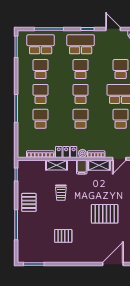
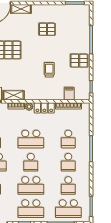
school desk: (81, 69) -> (31, 185), width x1.85
school desk: (81, 119) -> (31, 139), width x1.85
shelving: (56, 165) -> (21, 9), moved
filing cabinet: (82, 167) -> (69, 94), moved
pallet: (29, 202) -> (79, 61), turned 90

